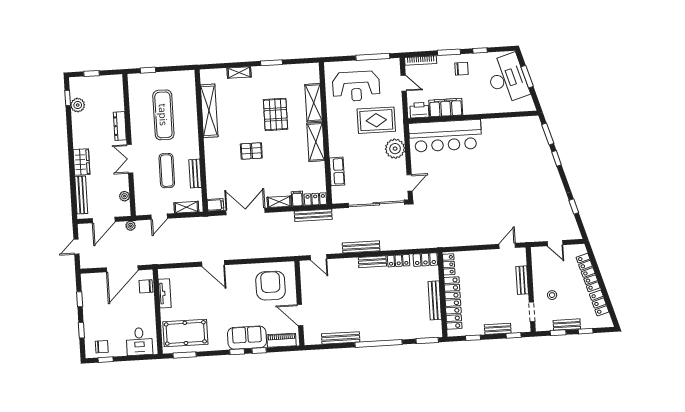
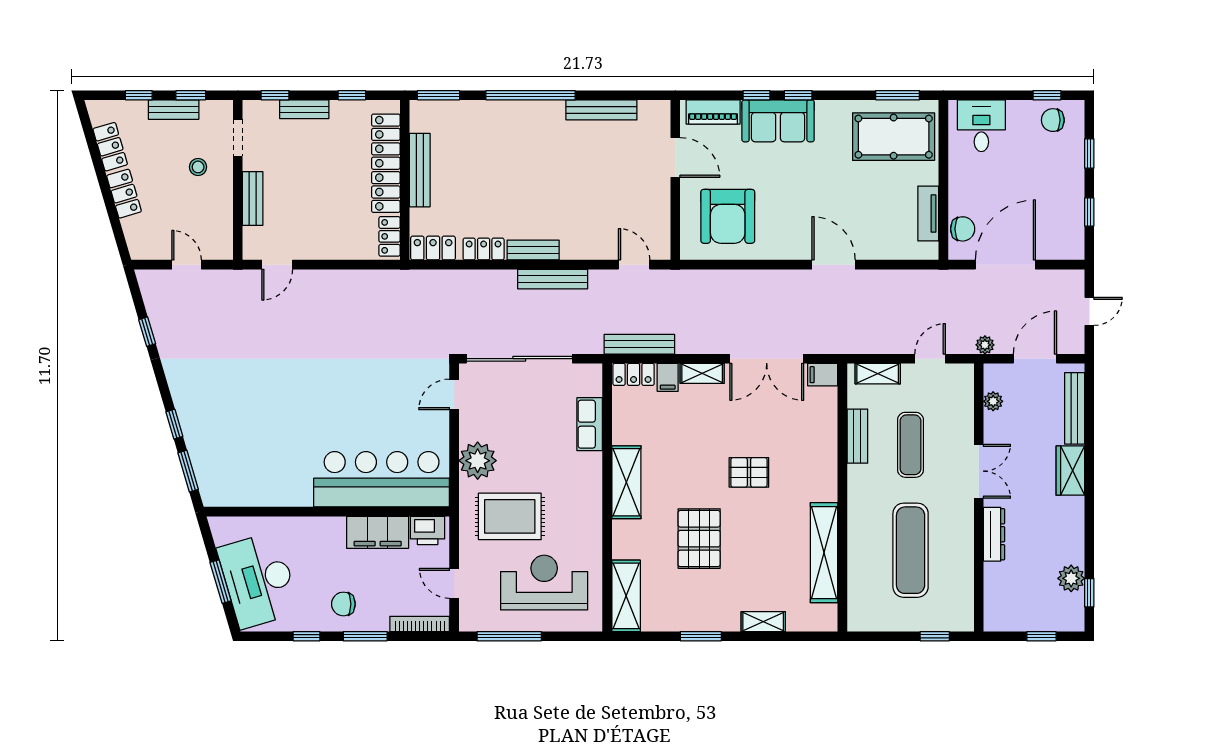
shelving: (314, 103) -> (626, 596), moved
locker: (588, 272) -> (124, 194), width x0.66

